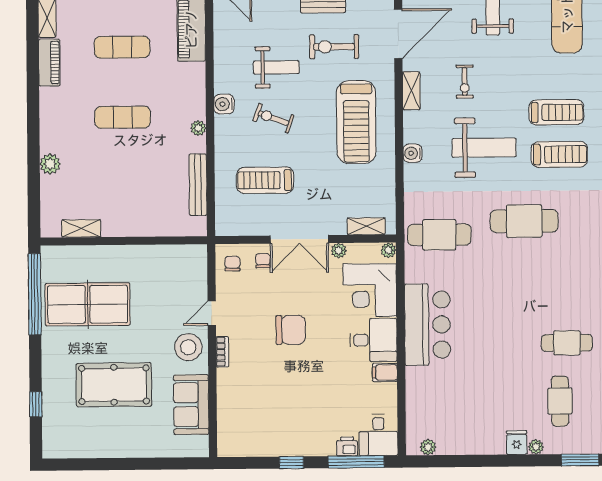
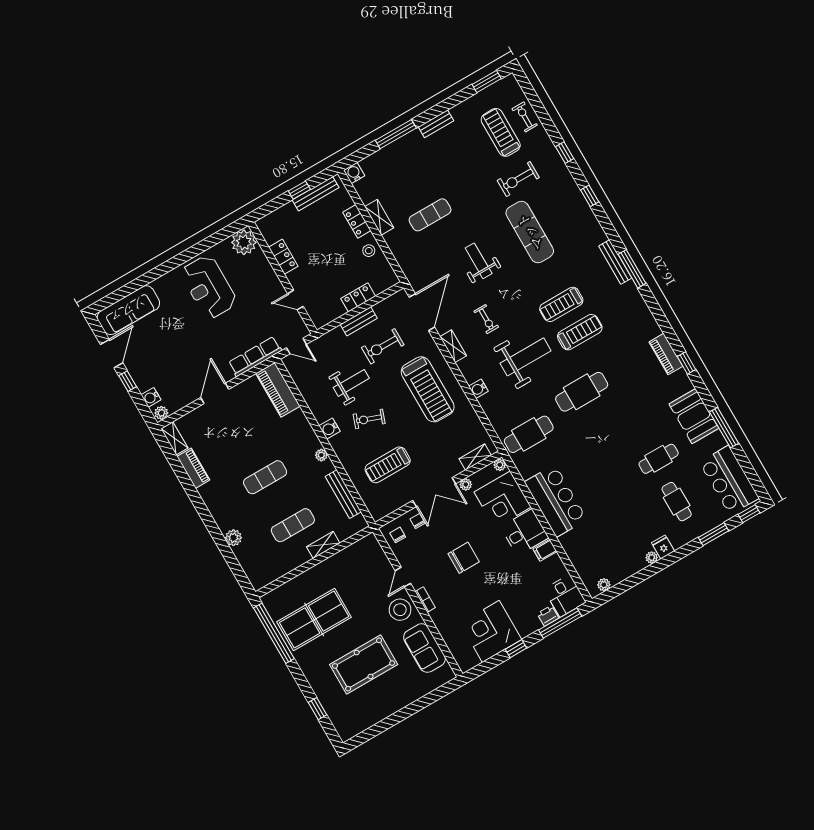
exercise mat: (122, 47) -> (293, 525), moved
treadmill: (556, 112) -> (561, 304), turned 180
shelving: (81, 228) -> (323, 545), moved
corner desk: (275, 428) -> (491, 631), added
plant: (536, 447) -> (652, 558), moved

